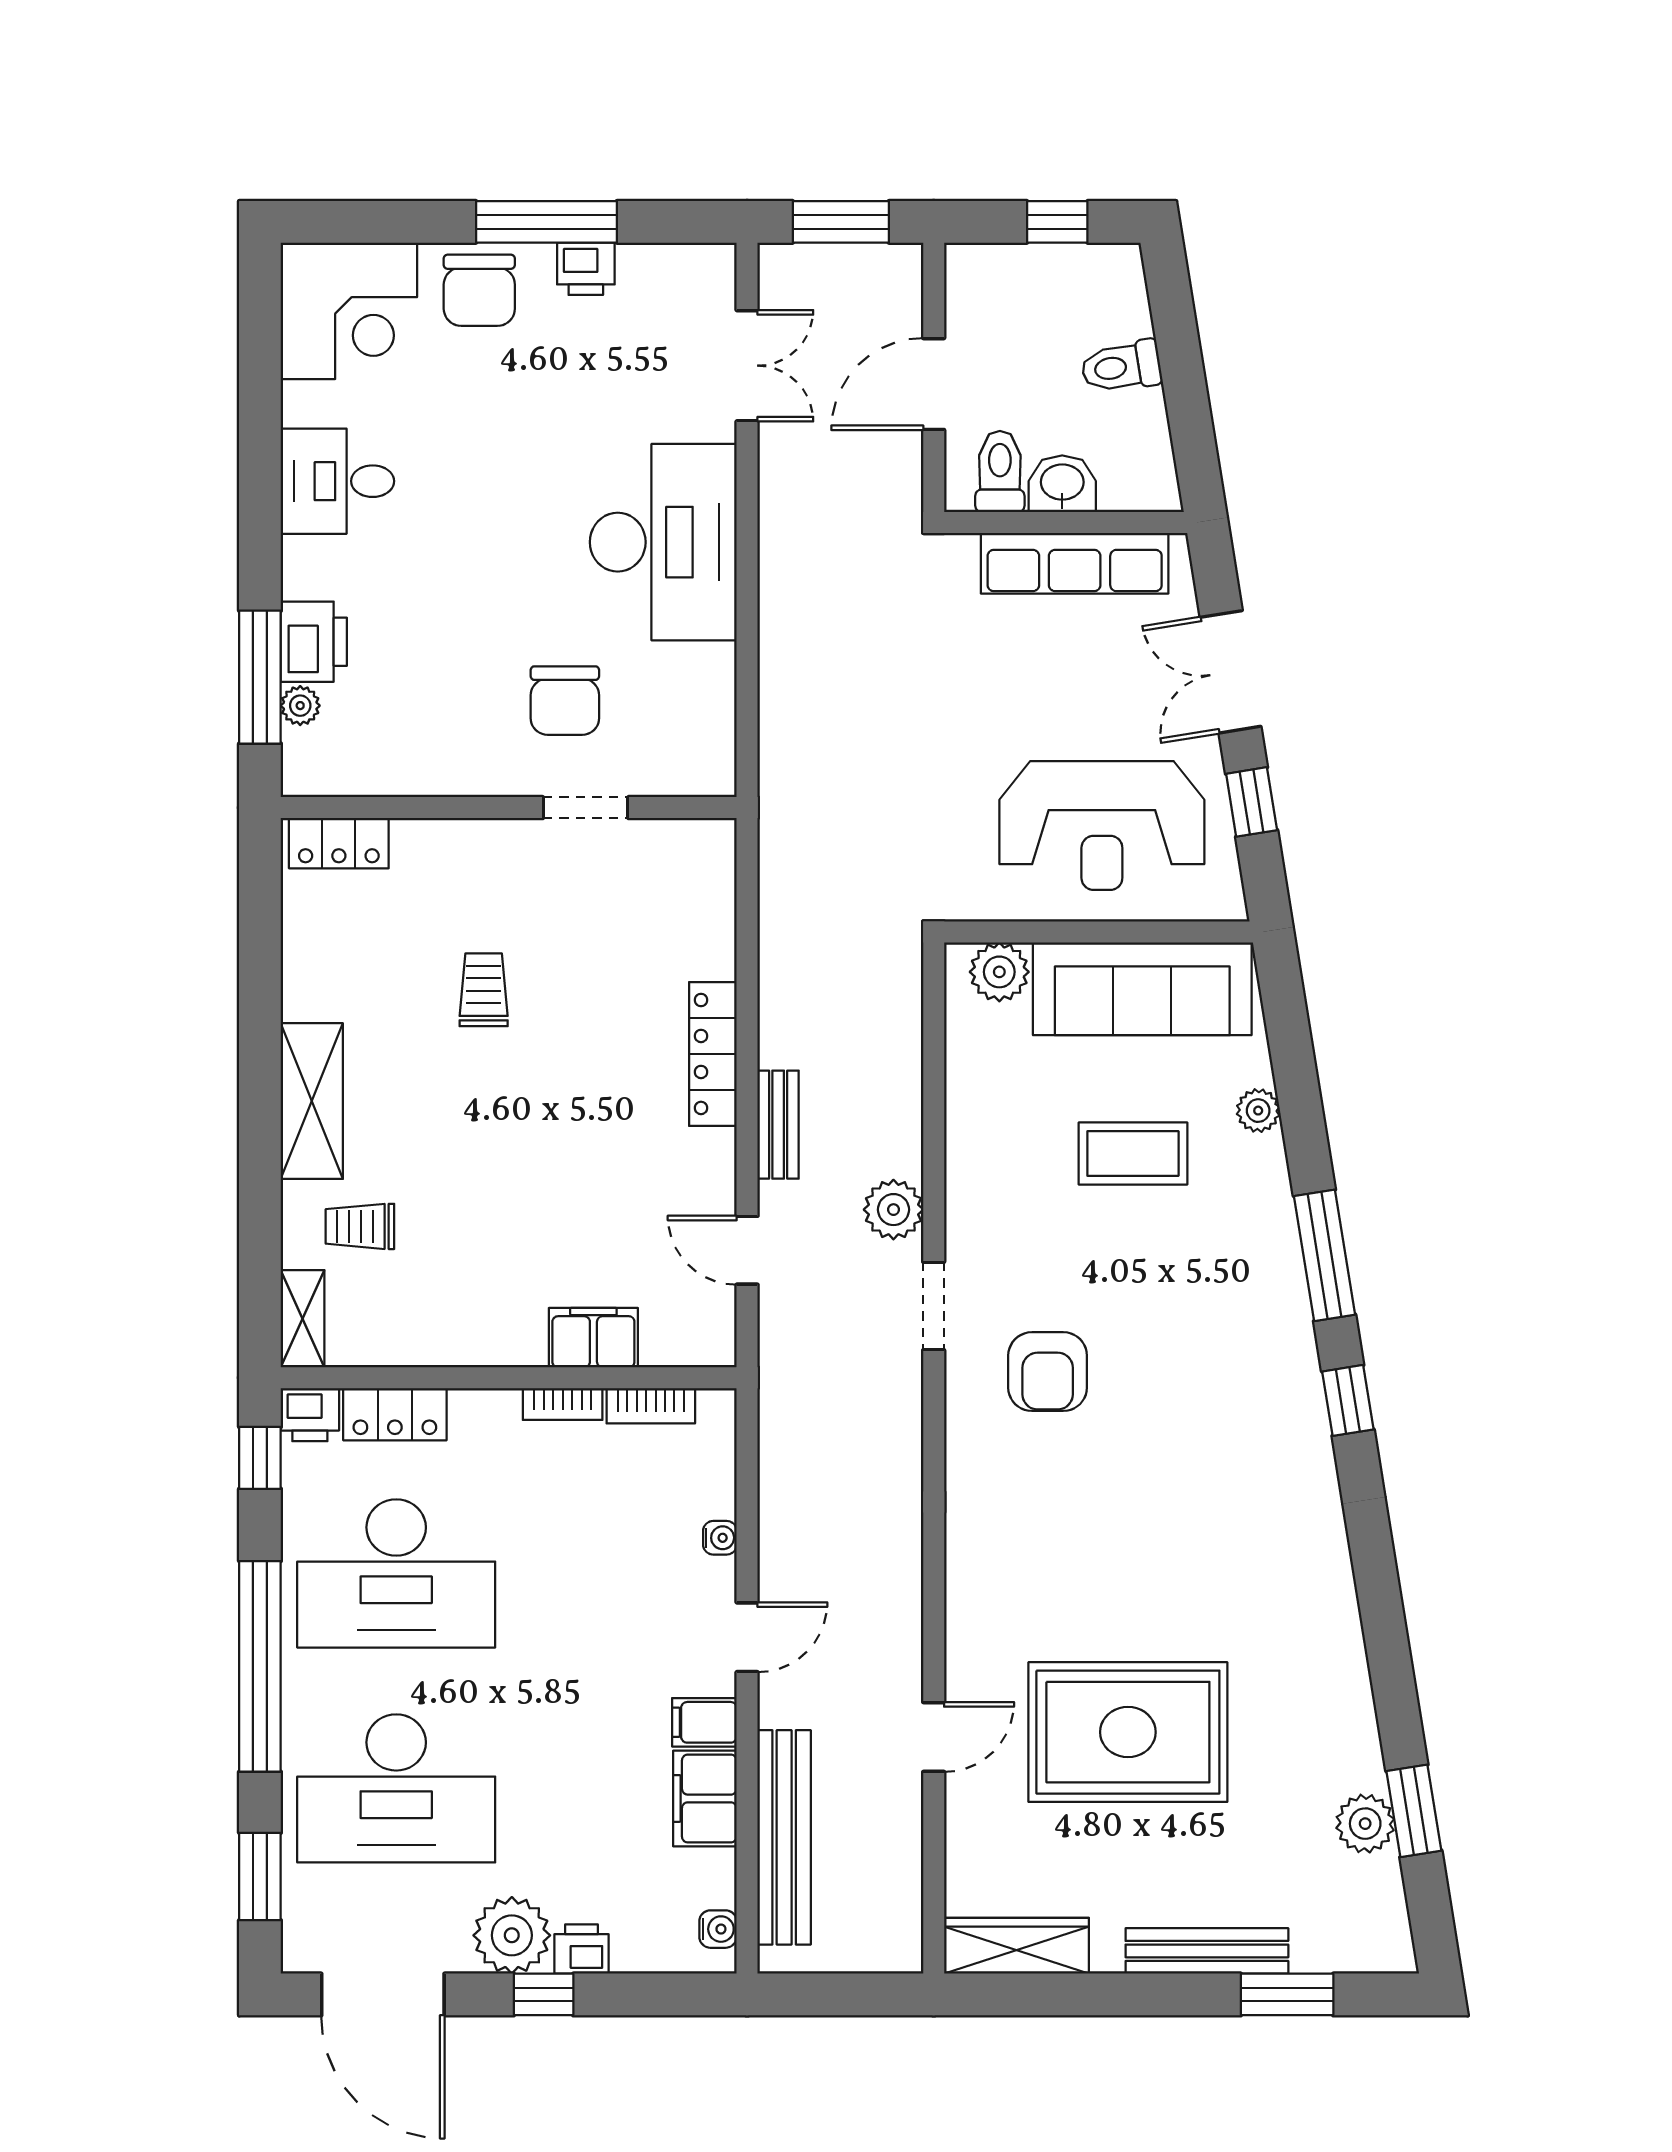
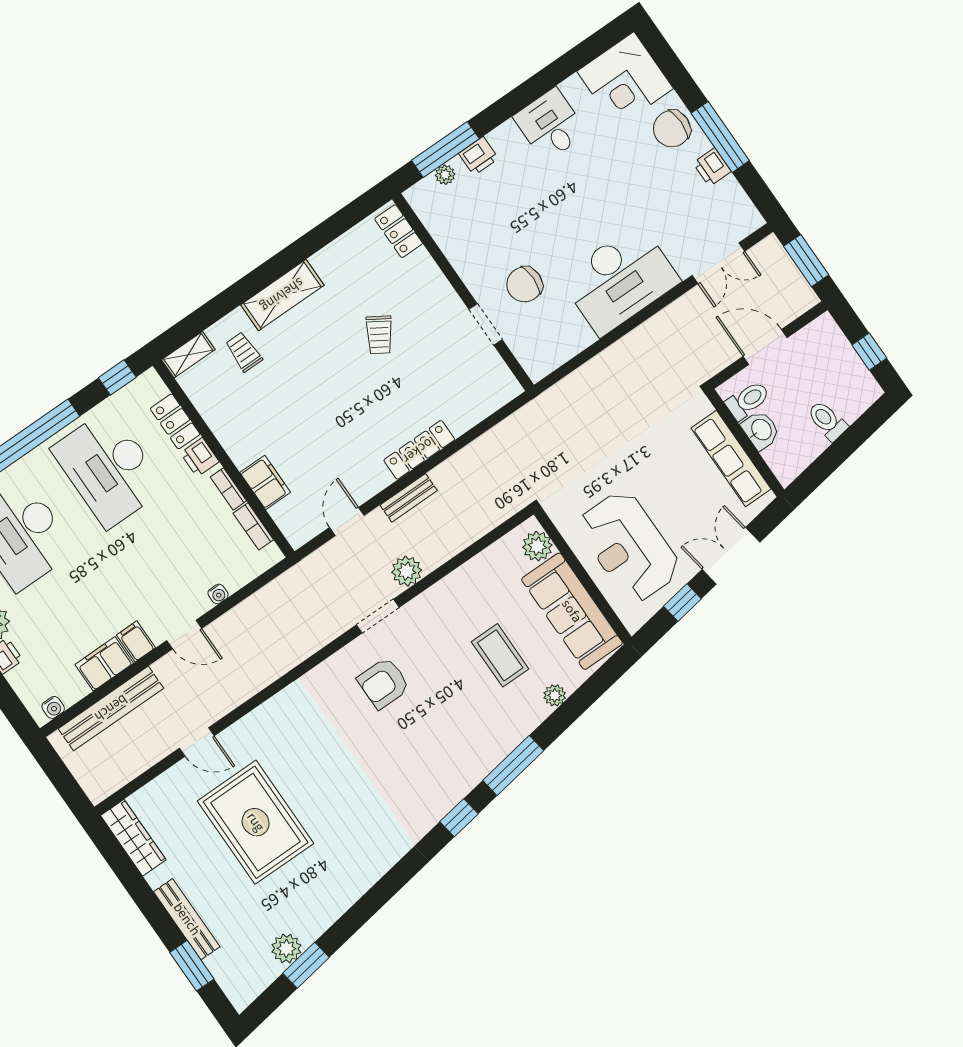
printer: (314, 642) -> (479, 156), width x0.73, depth x0.81
trolley: (484, 990) -> (379, 335), turned 122
printer: (310, 1415) -> (200, 457), moved

